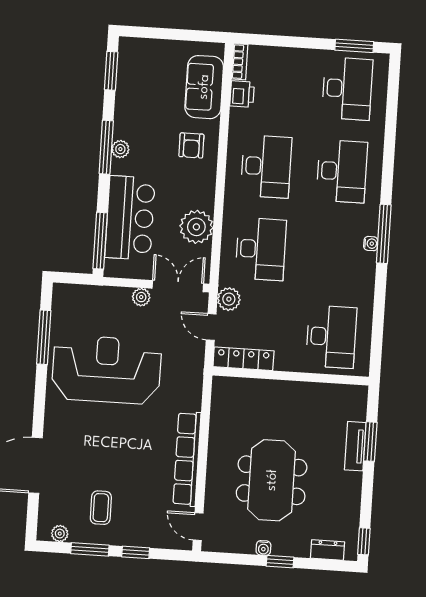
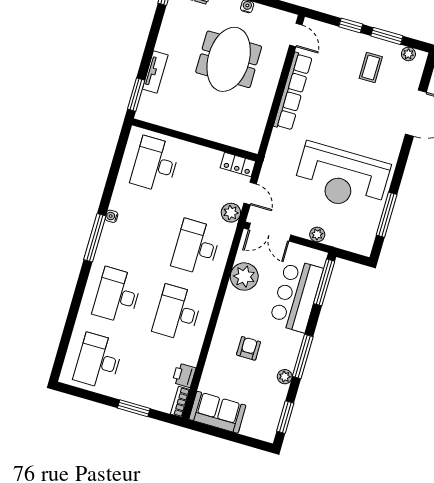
window: (354, 46) -> (134, 408), moved
sofa: (204, 87) -> (217, 412), moved, turned -90
armchair: (191, 145) -> (249, 348), moved
plant: (120, 149) -> (285, 377), moved
water cooler: (371, 244) -> (112, 216), moved
plant: (141, 297) -> (317, 234), moved
locker: (243, 359) -> (238, 164), width x0.66
window: (370, 442) -> (136, 95), moved

